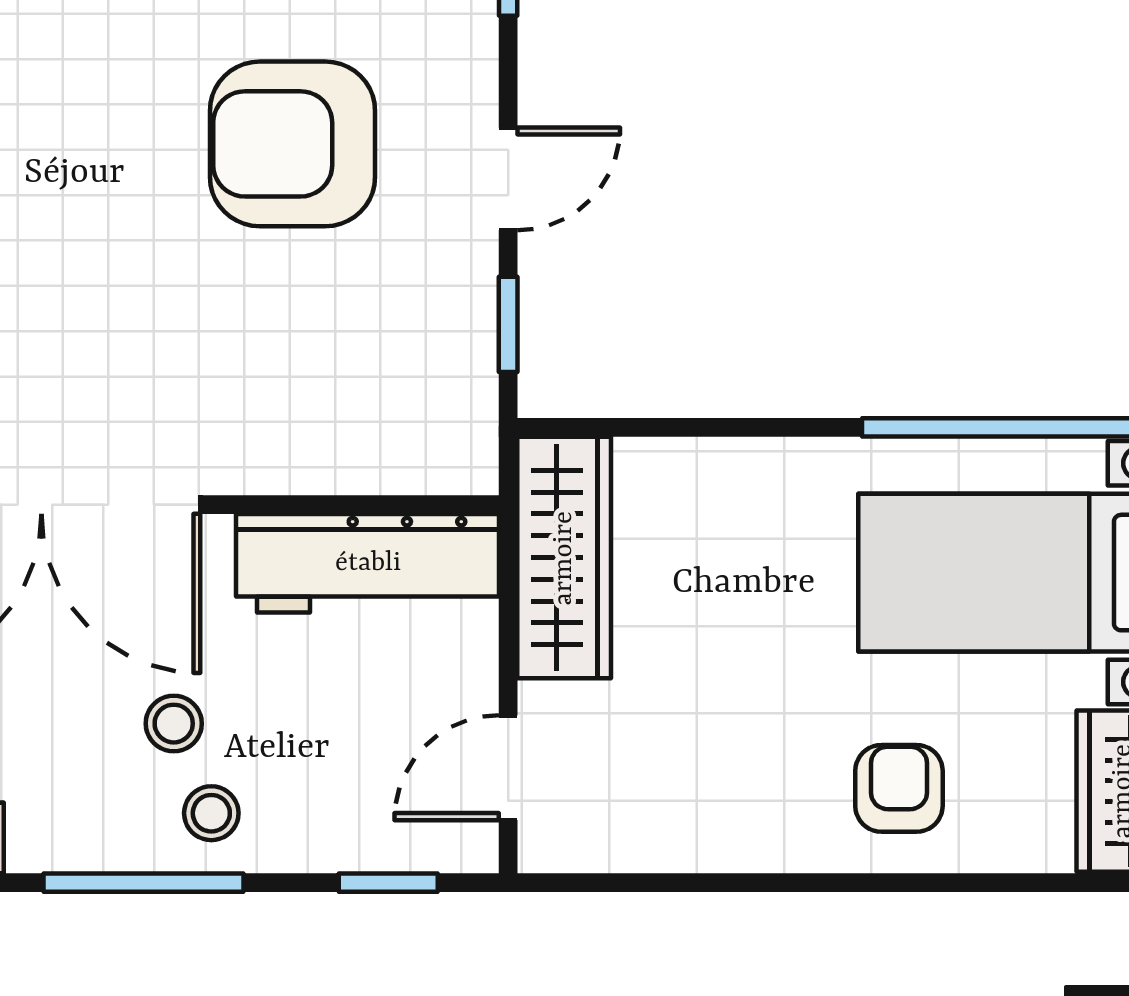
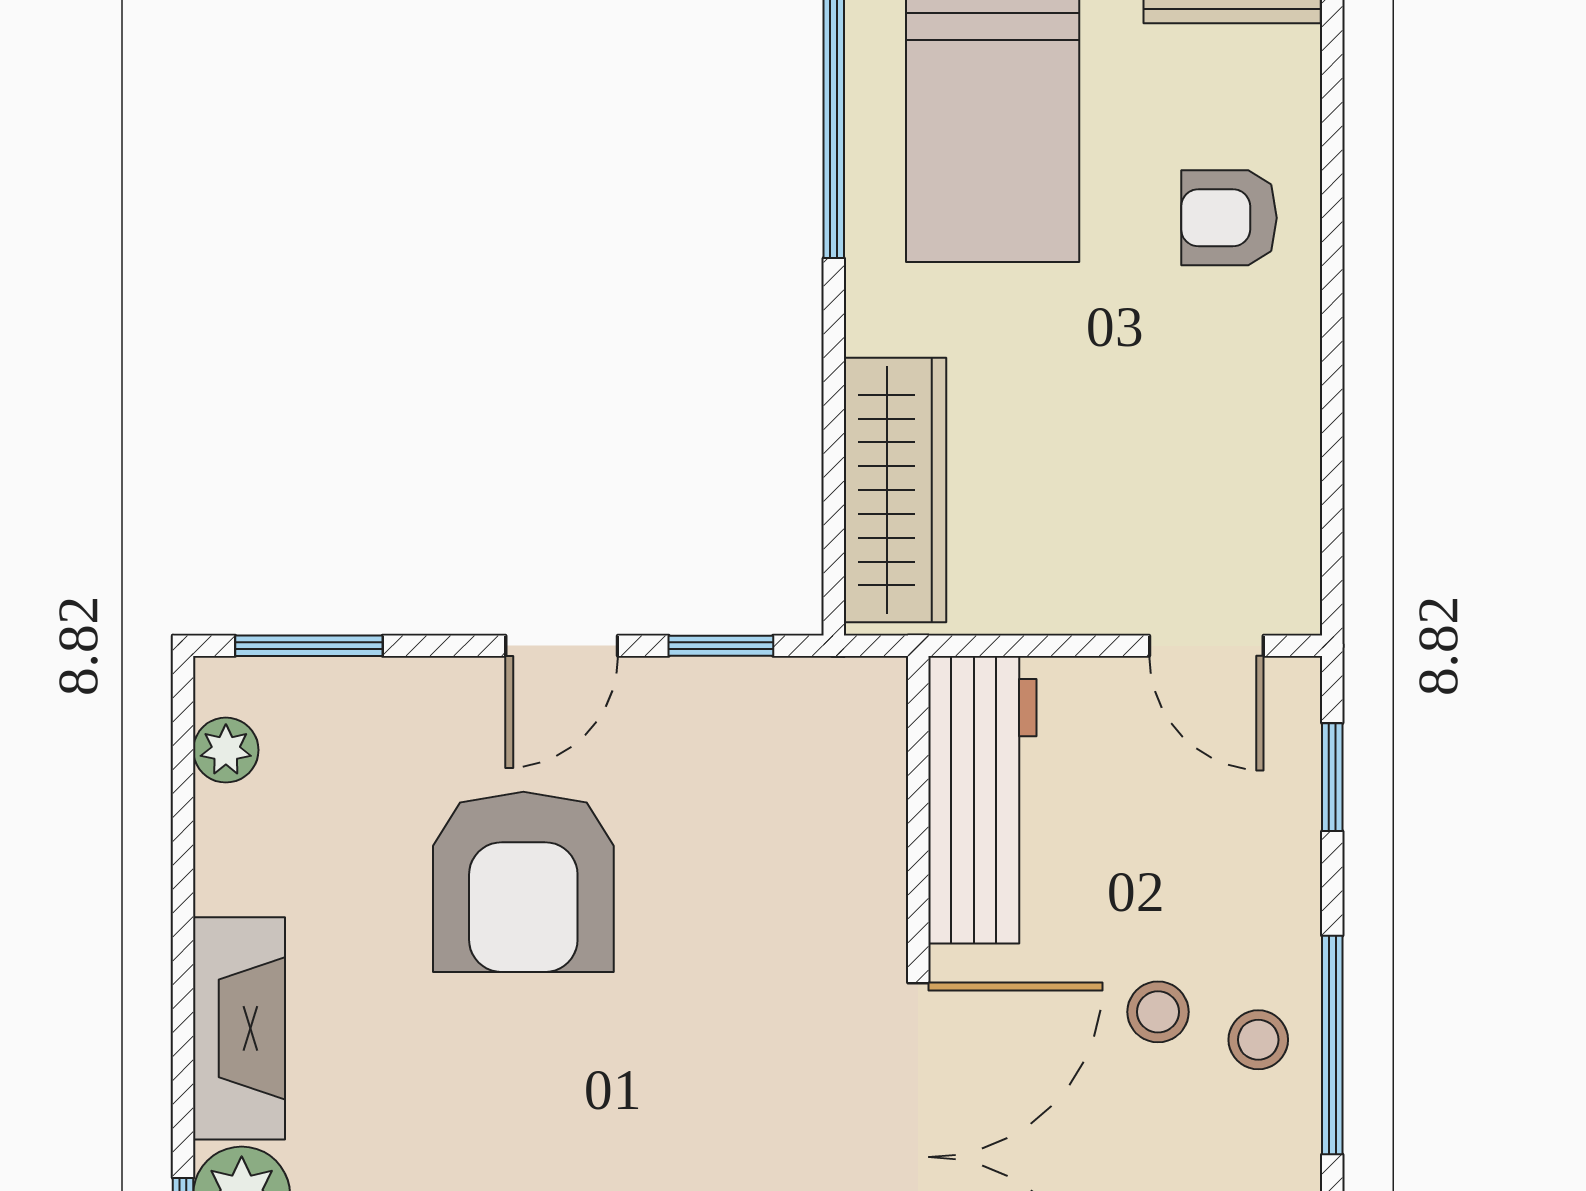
door: (508, 179) -> (562, 646), swing flipped
wardrobe: (564, 558) -> (895, 490), moved, turned 90
stool: (211, 813) -> (1258, 1040), moved

